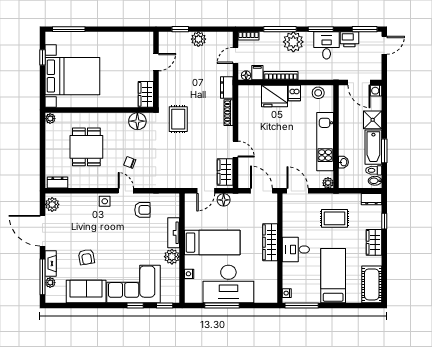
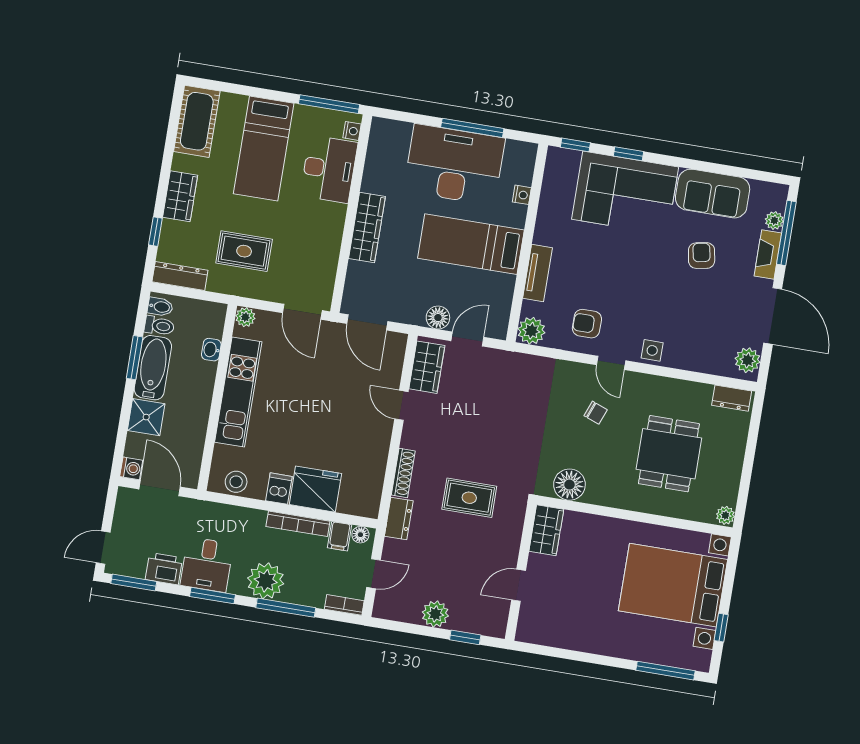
rug: (178, 119) -> (469, 498), moved, turned 90
dresser: (371, 199) -> (180, 276), width x1.44
desk: (296, 249) -> (329, 169), moved, width x1.37
plant: (172, 257) -> (531, 331), moved

